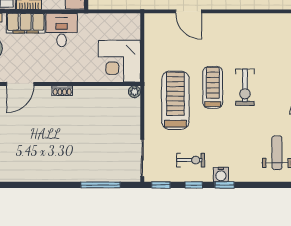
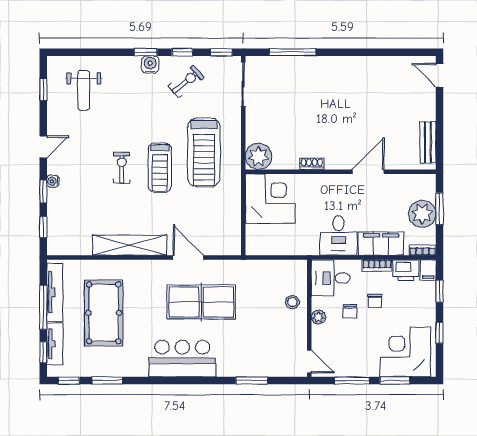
shelving: (238, 22) -> (130, 245), added
door: (20, 84) -> (368, 172), moved
exercise bike: (245, 87) -> (122, 168), width x0.73, depth x0.72
shoe rack: (62, 91) -> (312, 164), moved
plant: (134, 92) -> (259, 156), width x1.88, depth x1.88
exercise bike: (191, 160) -> (186, 82), turned 141

